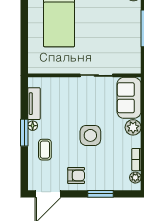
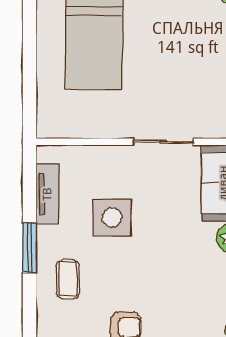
floor lamp: (33, 126) -> (45, 235), removed
side table: (90, 135) -> (112, 218), moved

